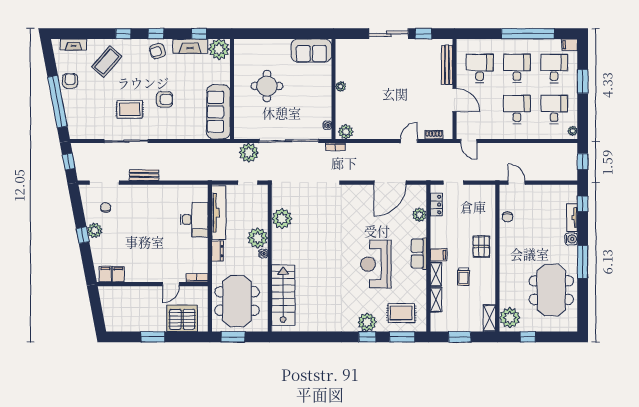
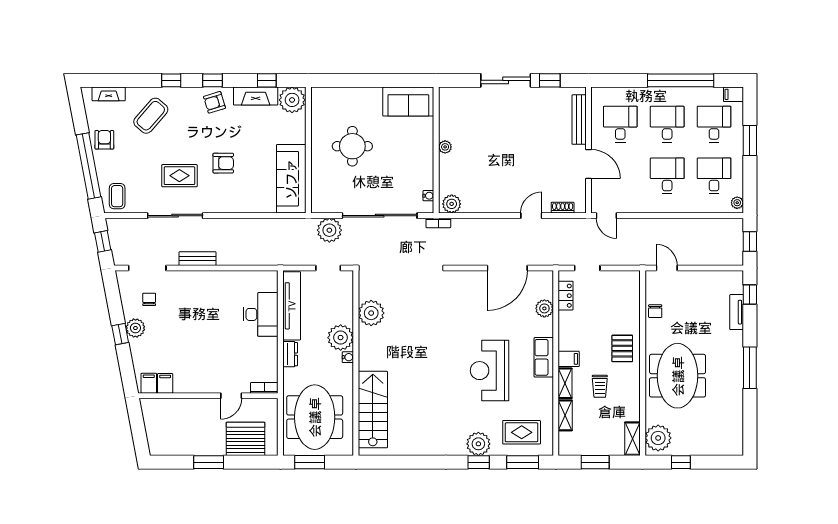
coffee table: (80, 126) -> (117, 196), added
water cooler: (571, 239) -> (735, 339), removed
meeting table: (551, 290) -> (678, 376), moved

